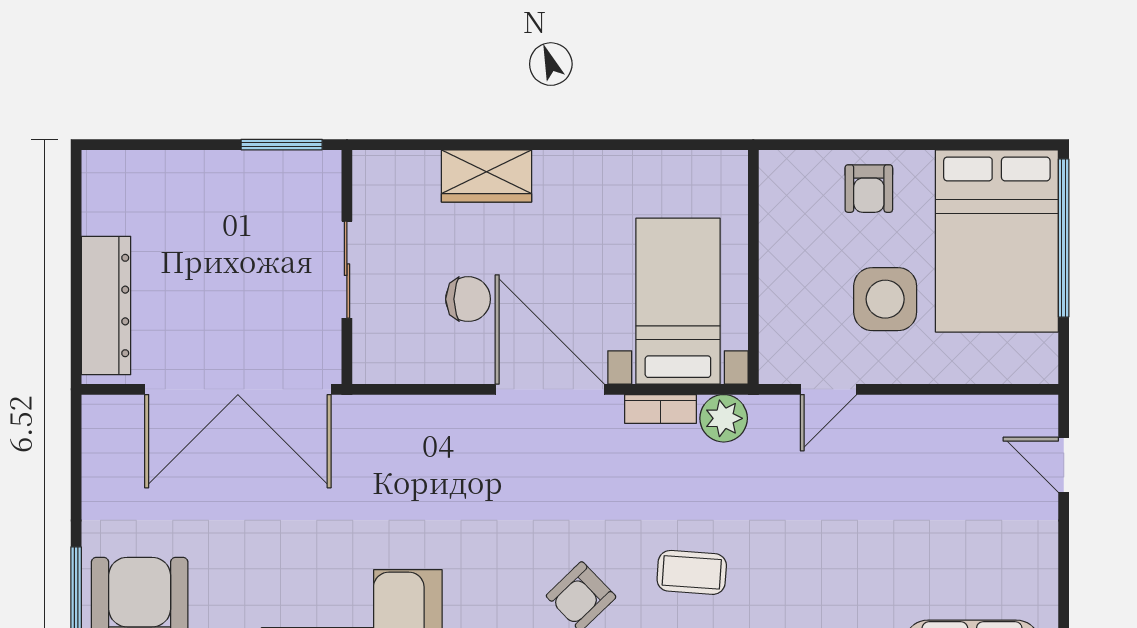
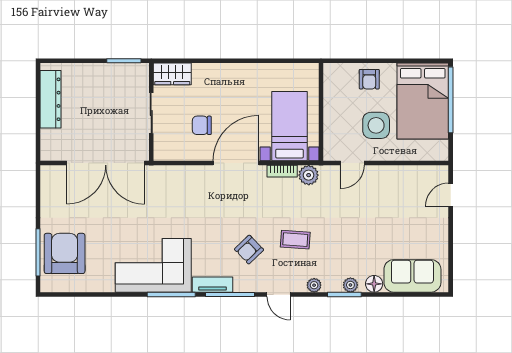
wardrobe: (487, 176) -> (172, 74), moved
chair: (468, 299) -> (202, 125), turned 180
dresser: (106, 306) -> (51, 99), moved
door: (550, 389) -> (236, 163), hinge flipped
door: (1064, 465) -> (451, 195), hinge flipped

